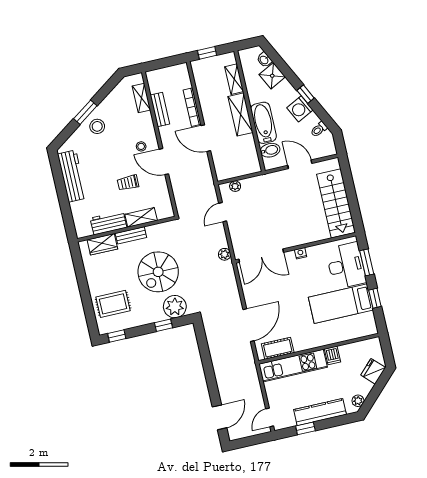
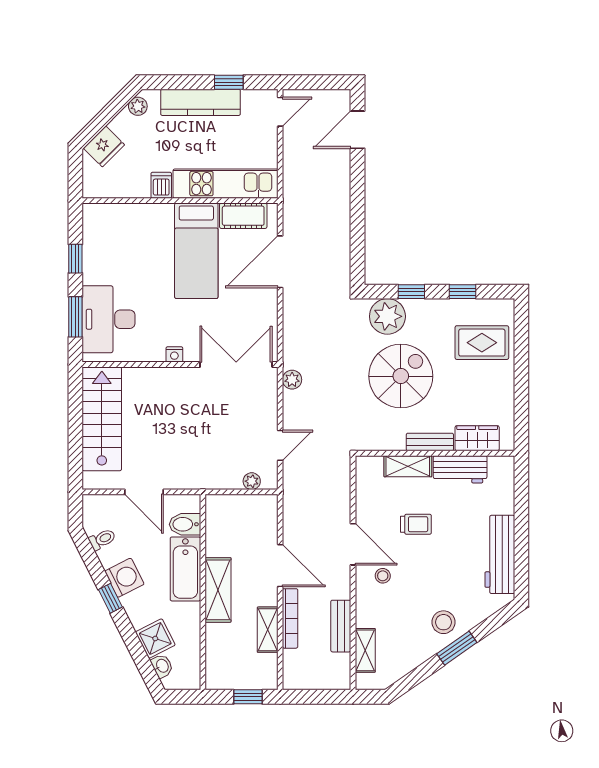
shelving: (234, 79) -> (268, 630), moved
bed: (341, 304) -> (196, 251), moved, turned 90
window: (117, 336) -> (463, 292), moved

